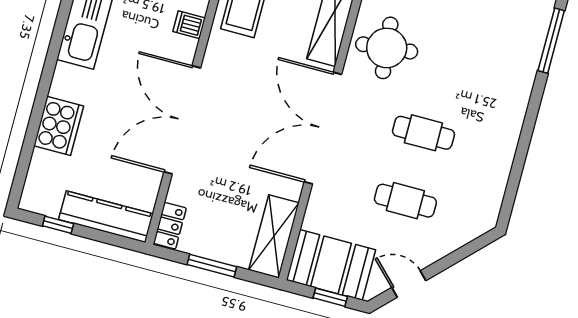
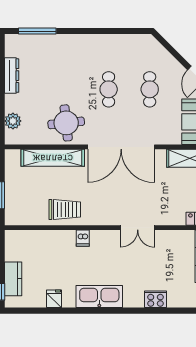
double door: (182, 120) -> (138, 228), width x0.54
cooker: (59, 126) -> (156, 299), width x0.73, depth x0.76

